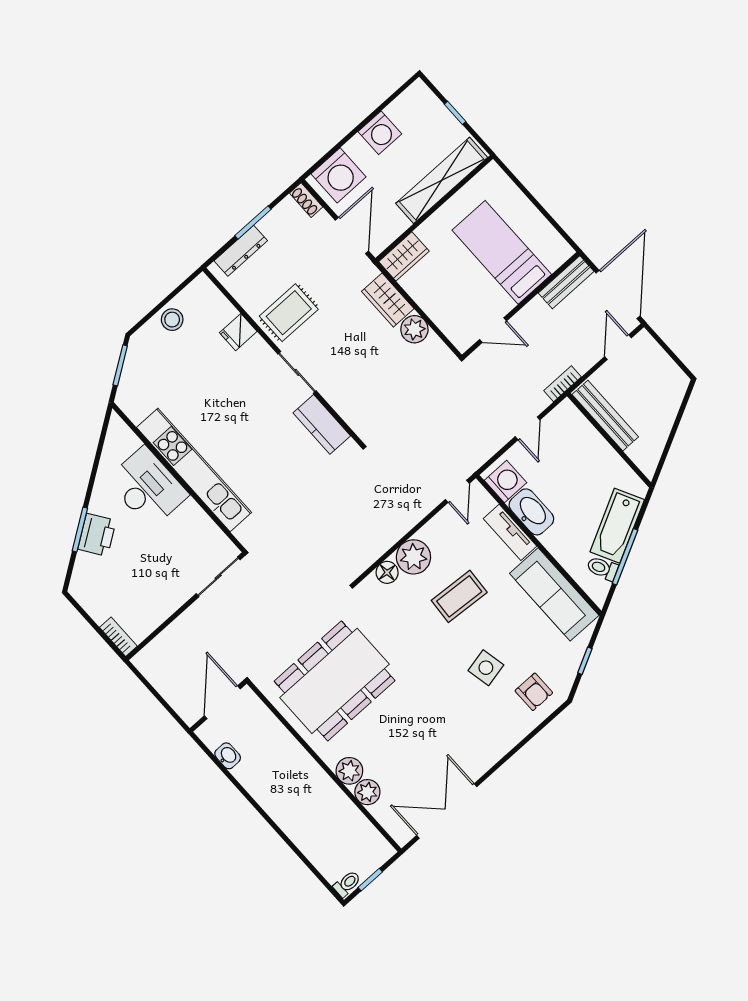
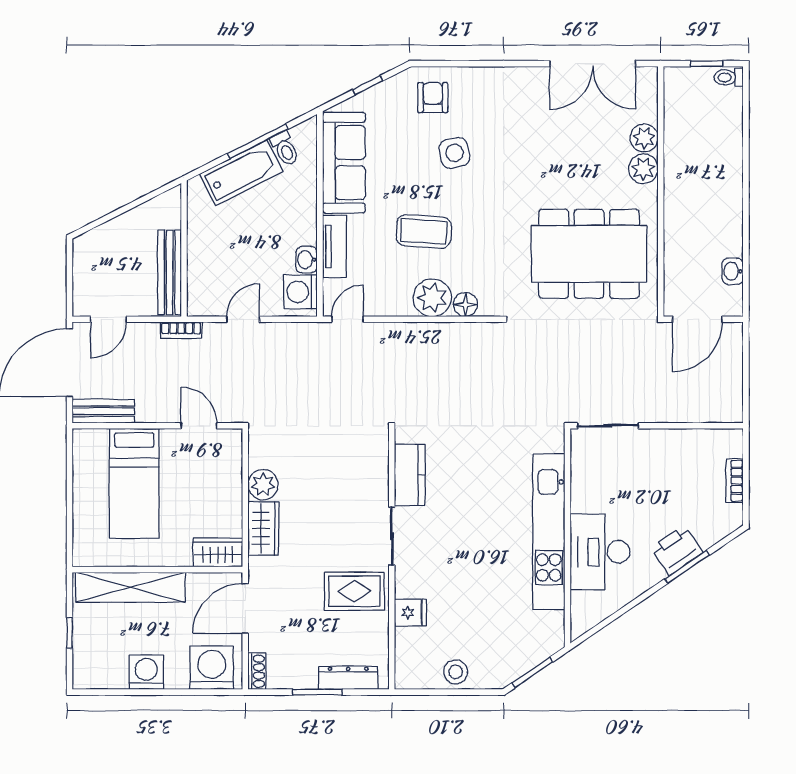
washbasin: (531, 512) -> (306, 260), width x0.52, depth x0.69
bookcase: (118, 637) -> (735, 481), moved

